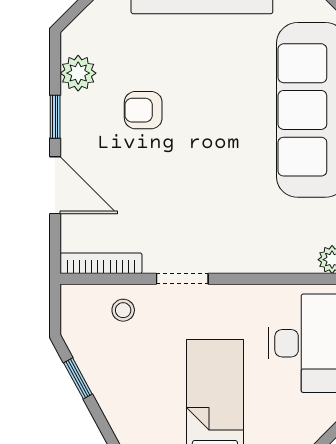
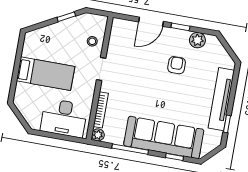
bookcase: (101, 263) -> (101, 110), moved

